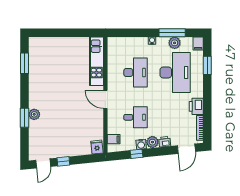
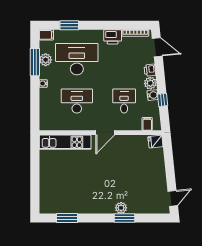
window: (63, 161) -> (171, 177), removed
door: (43, 163) -> (173, 198), hinge flipped

